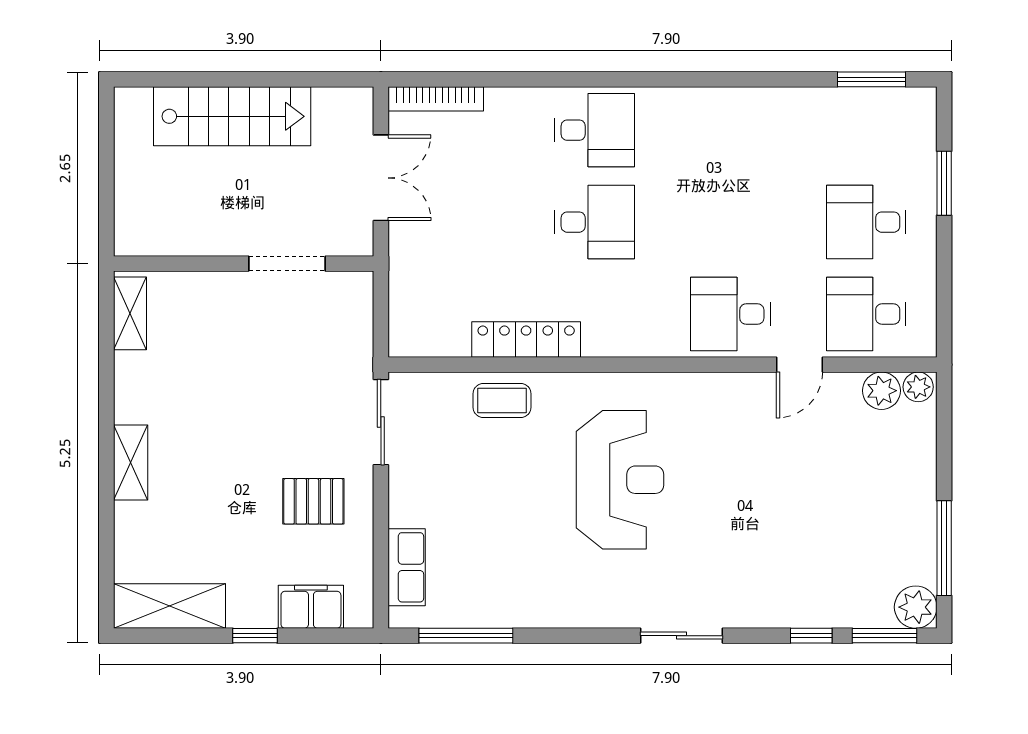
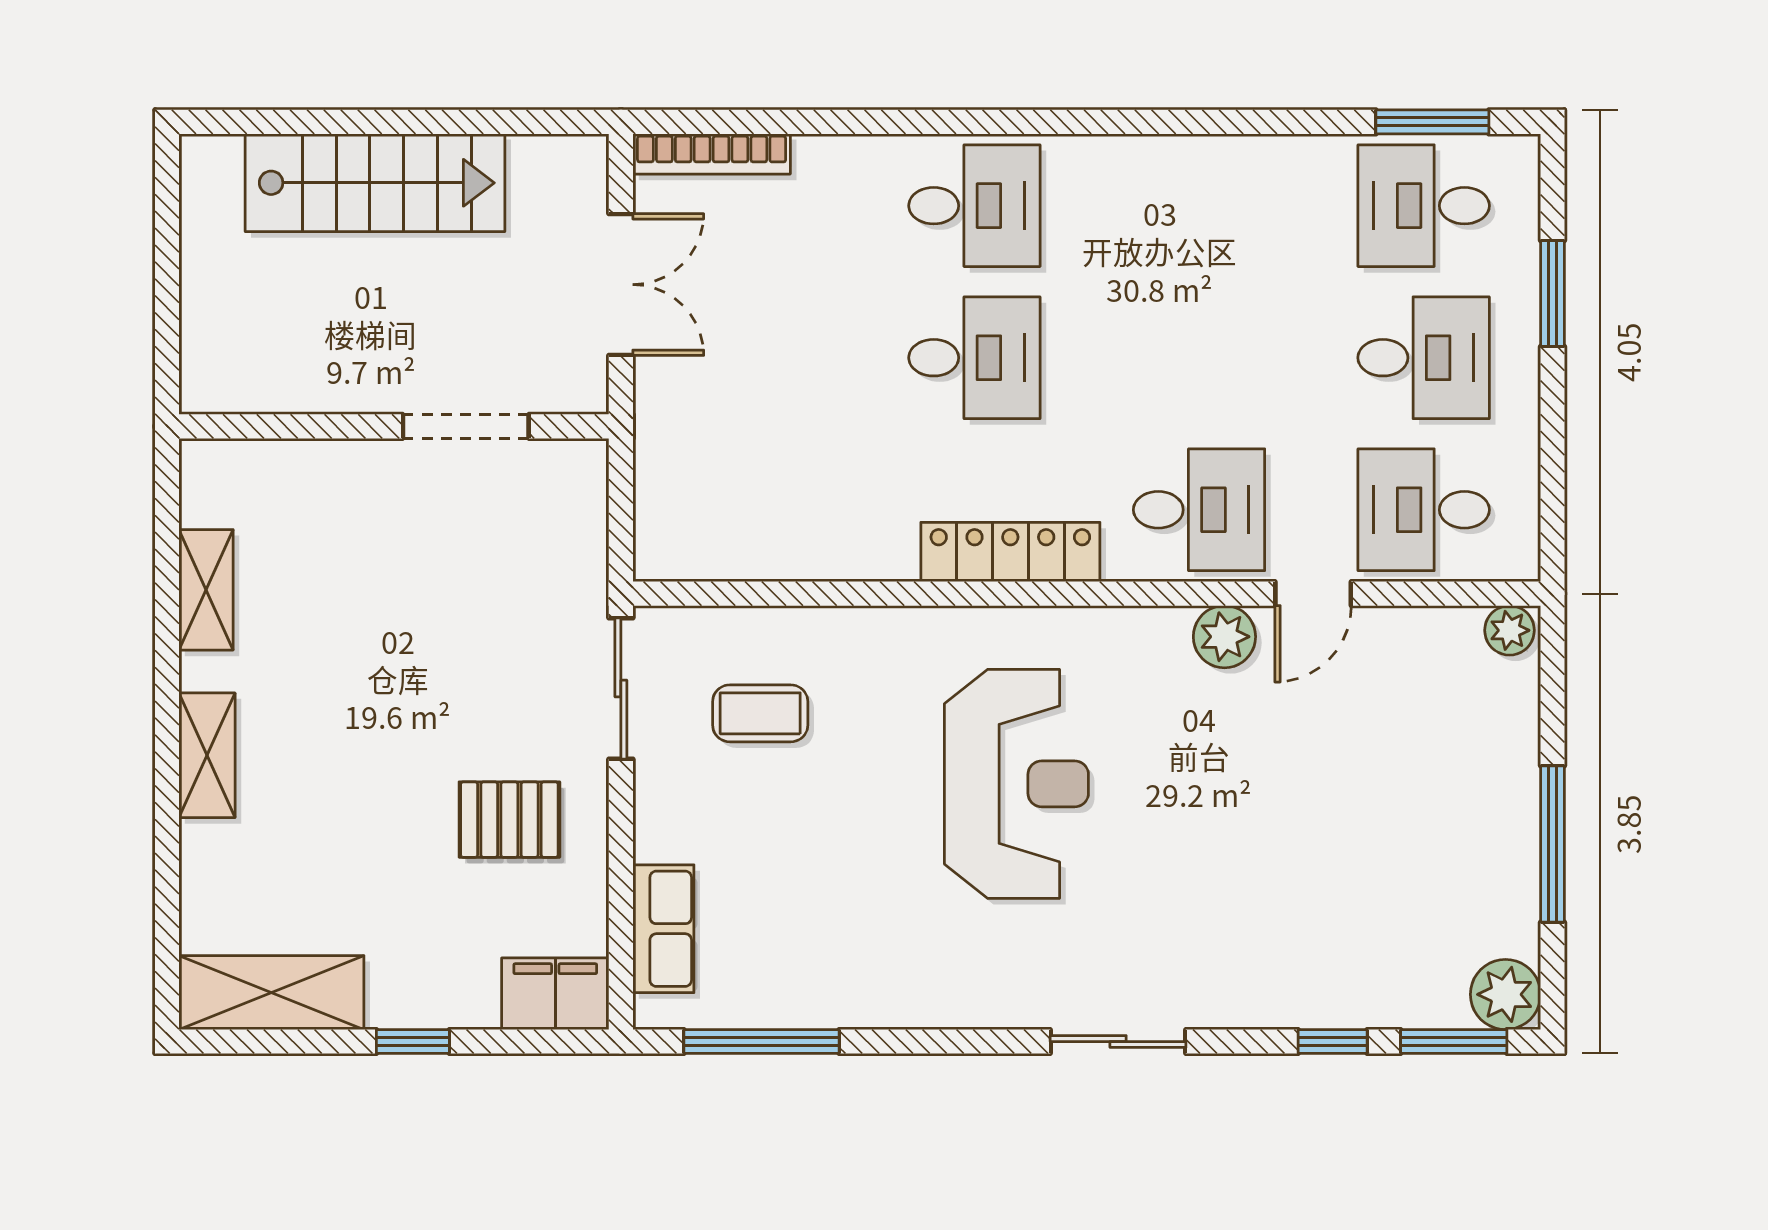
desk: (866, 130) -> (1424, 206), added
desk: (866, 222) -> (1424, 358), turned 180
shelving: (130, 313) -> (206, 590), moved
desk: (730, 314) -> (1199, 510), turned 180
locker: (526, 340) -> (1010, 552), moved
plant: (881, 391) -> (1224, 637), moved
coffee table: (502, 401) -> (760, 713), moved
window: (944, 548) -> (1553, 844), moved
filing cabinet: (311, 607) -> (555, 994), moved

